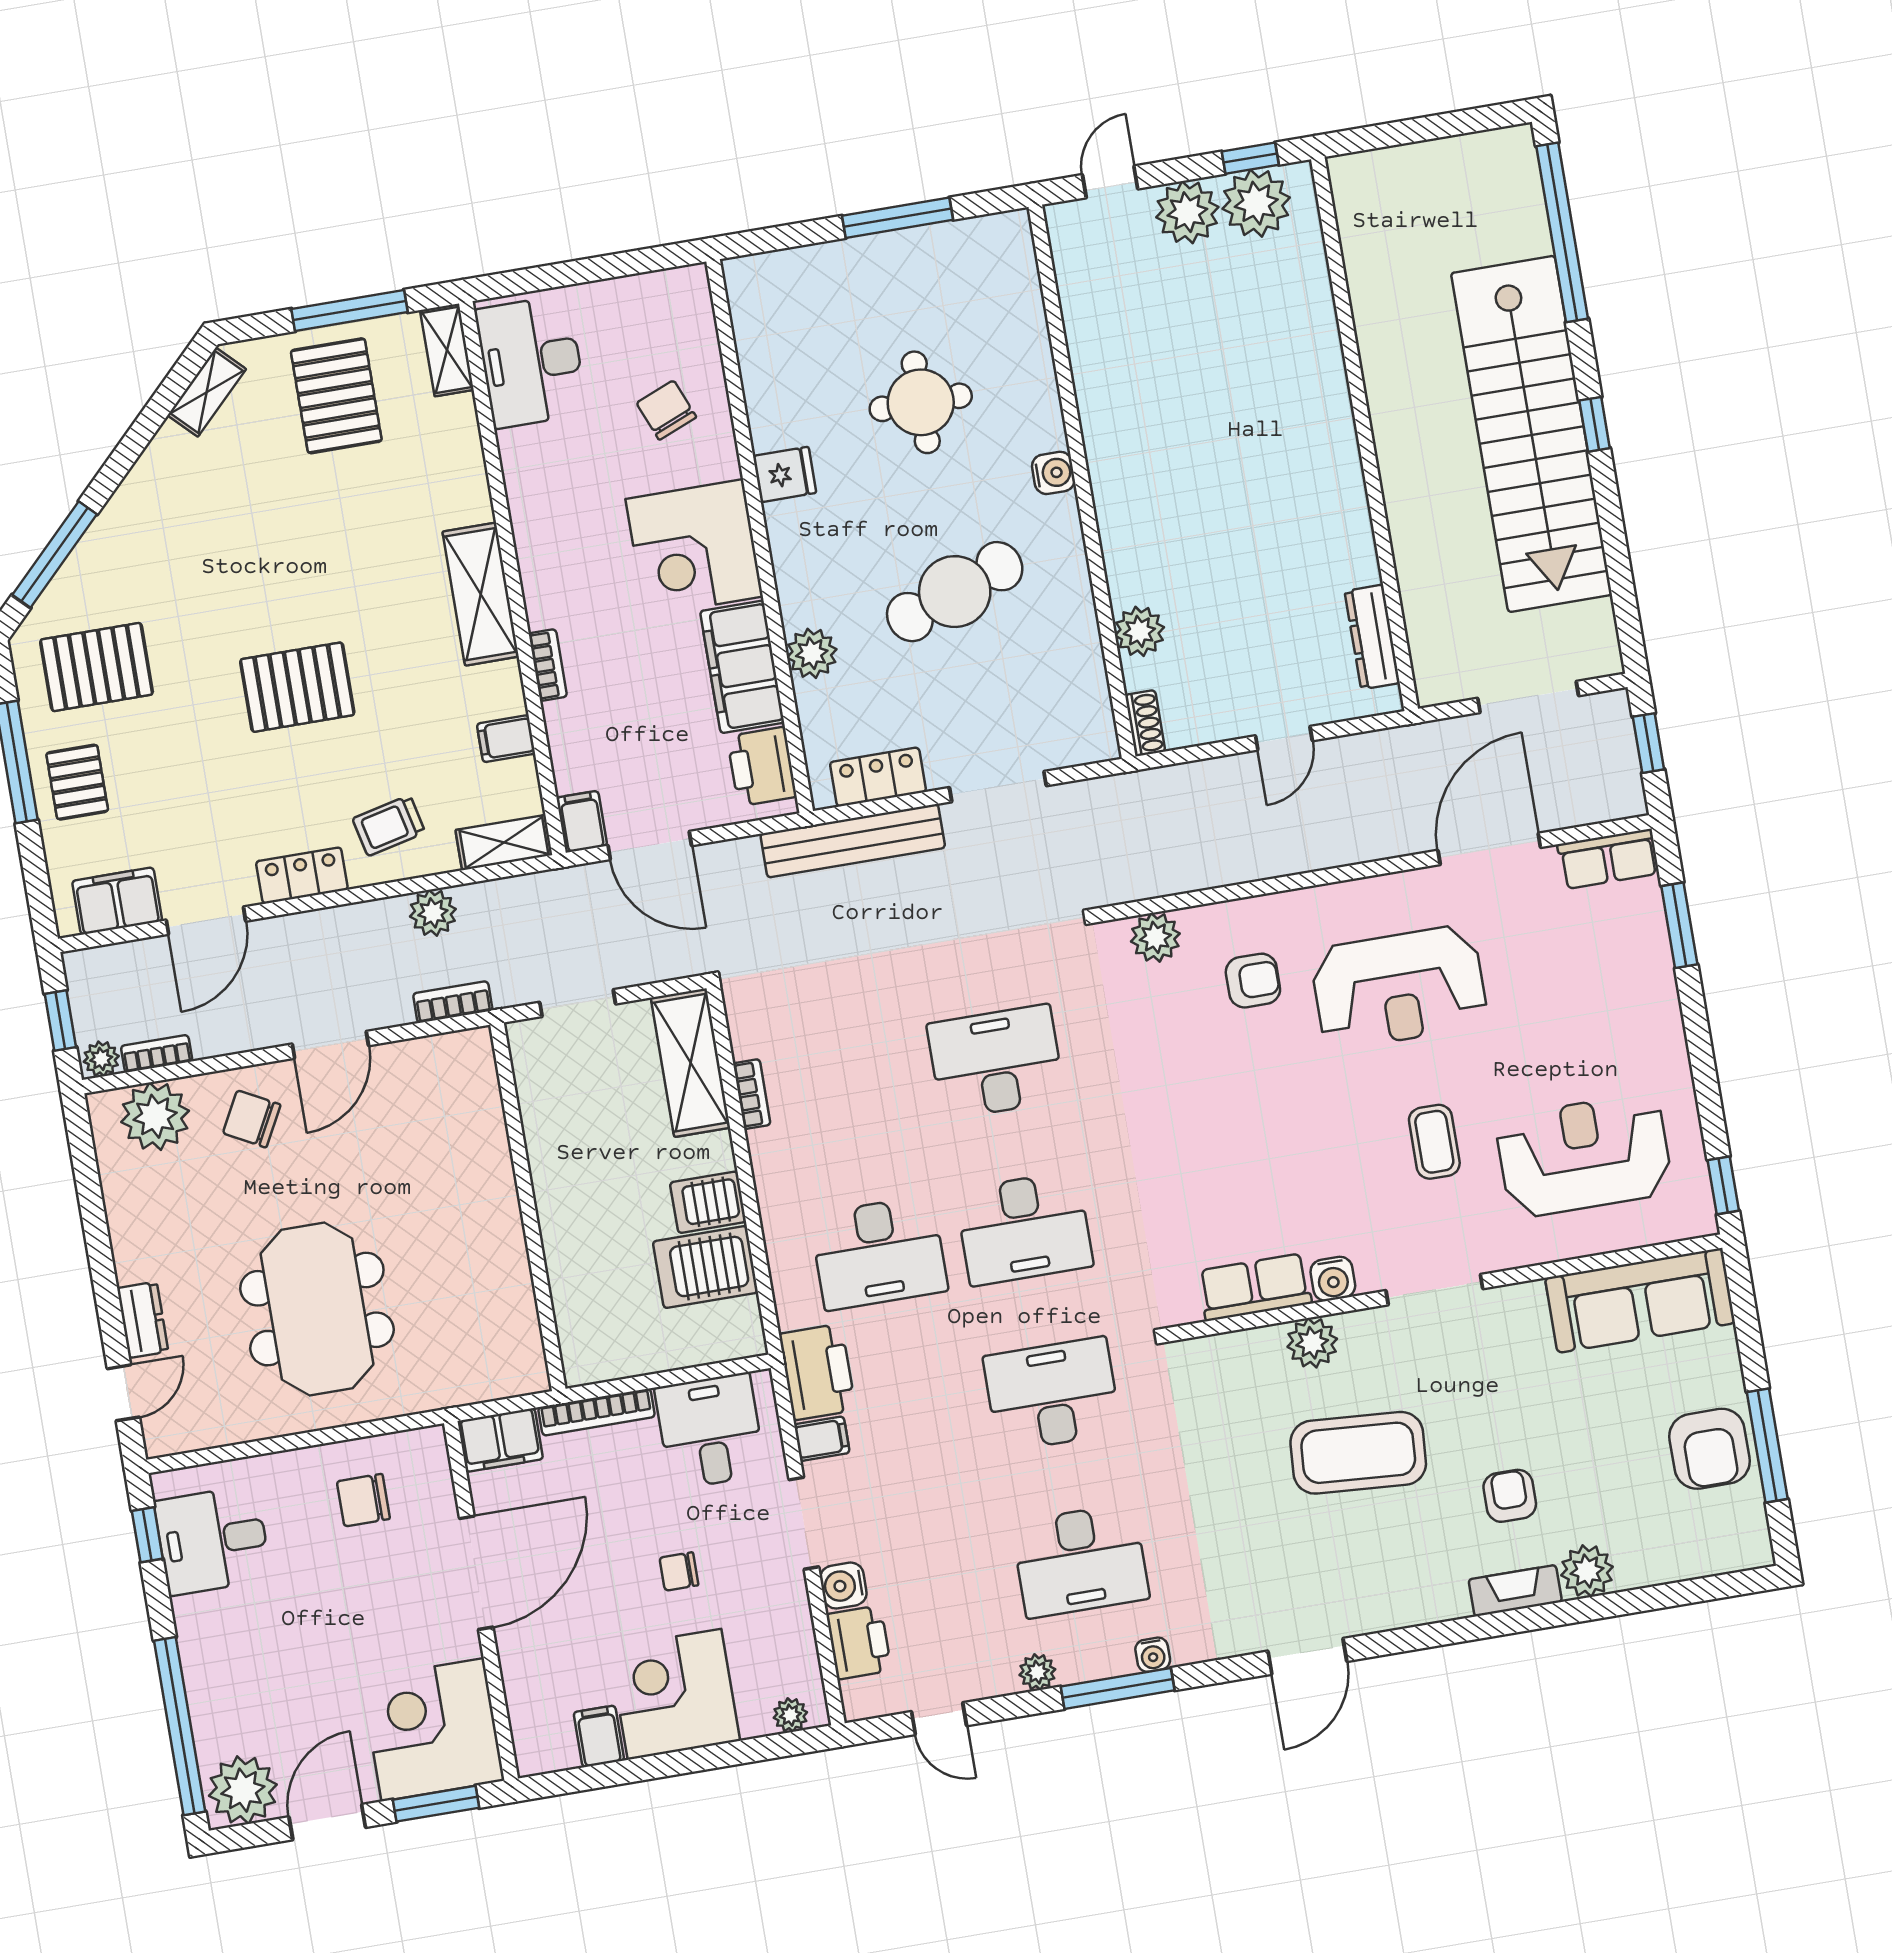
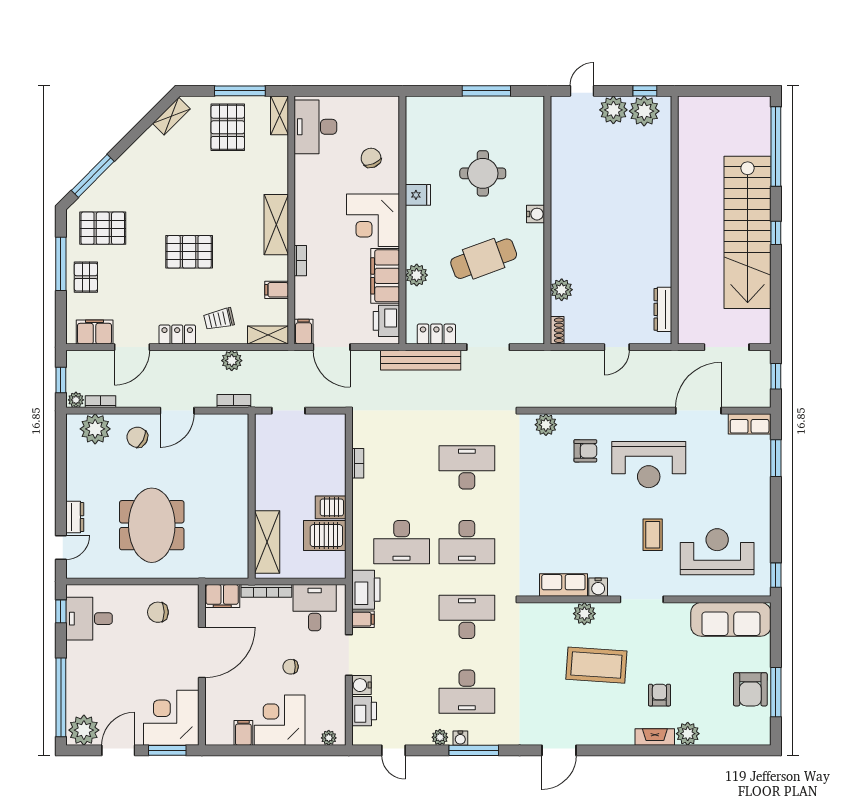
shelving: (691, 1063) -> (267, 542), moved
water cooler: (1153, 1655) -> (460, 738), moved

